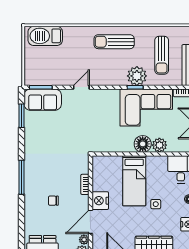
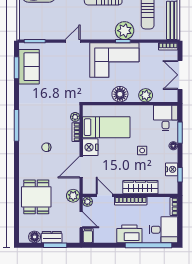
sofa: (43, 100) -> (29, 67), moved, turned -90
corner sofa: (146, 107) -> (114, 60), moved
floor lamp: (143, 144) -> (120, 94), moved
bed: (134, 181) -> (106, 127), moved, turned -90
plant: (84, 240) -> (75, 117), moved

